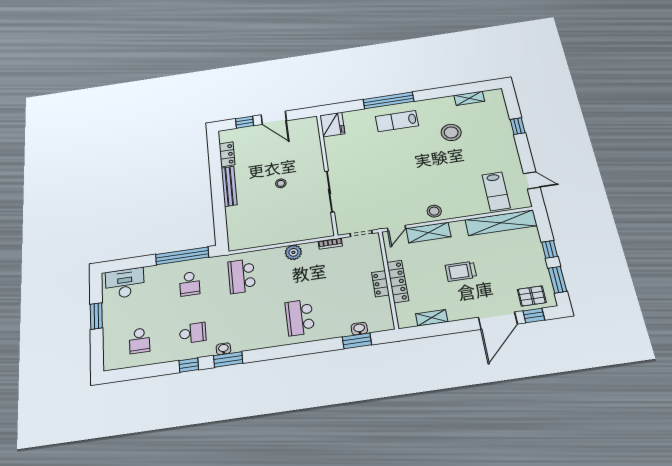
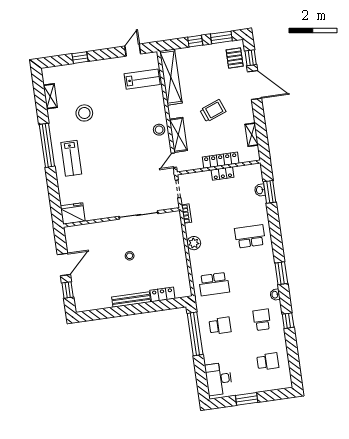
window: (389, 100) -> (47, 145), moved
locker: (227, 154) -> (162, 294), moved
door: (397, 228) -> (174, 160), swing flipped
trolley: (461, 271) -> (213, 111), turned -111
school desk: (300, 317) -> (250, 236), turned 180
window: (228, 359) -> (281, 273), moved

